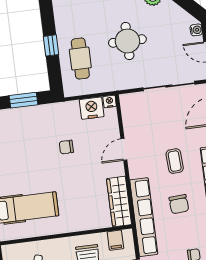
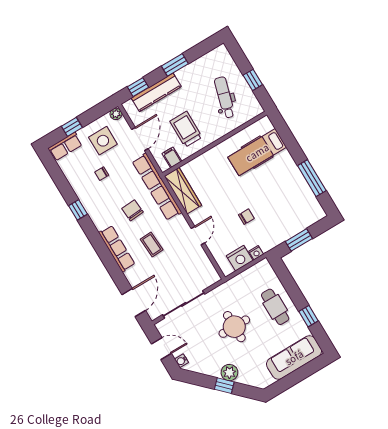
window: (51, 45) -> (309, 316), moved
cafe table: (80, 59) -> (275, 307), moved
nightstand: (110, 101) -> (256, 253), moved

